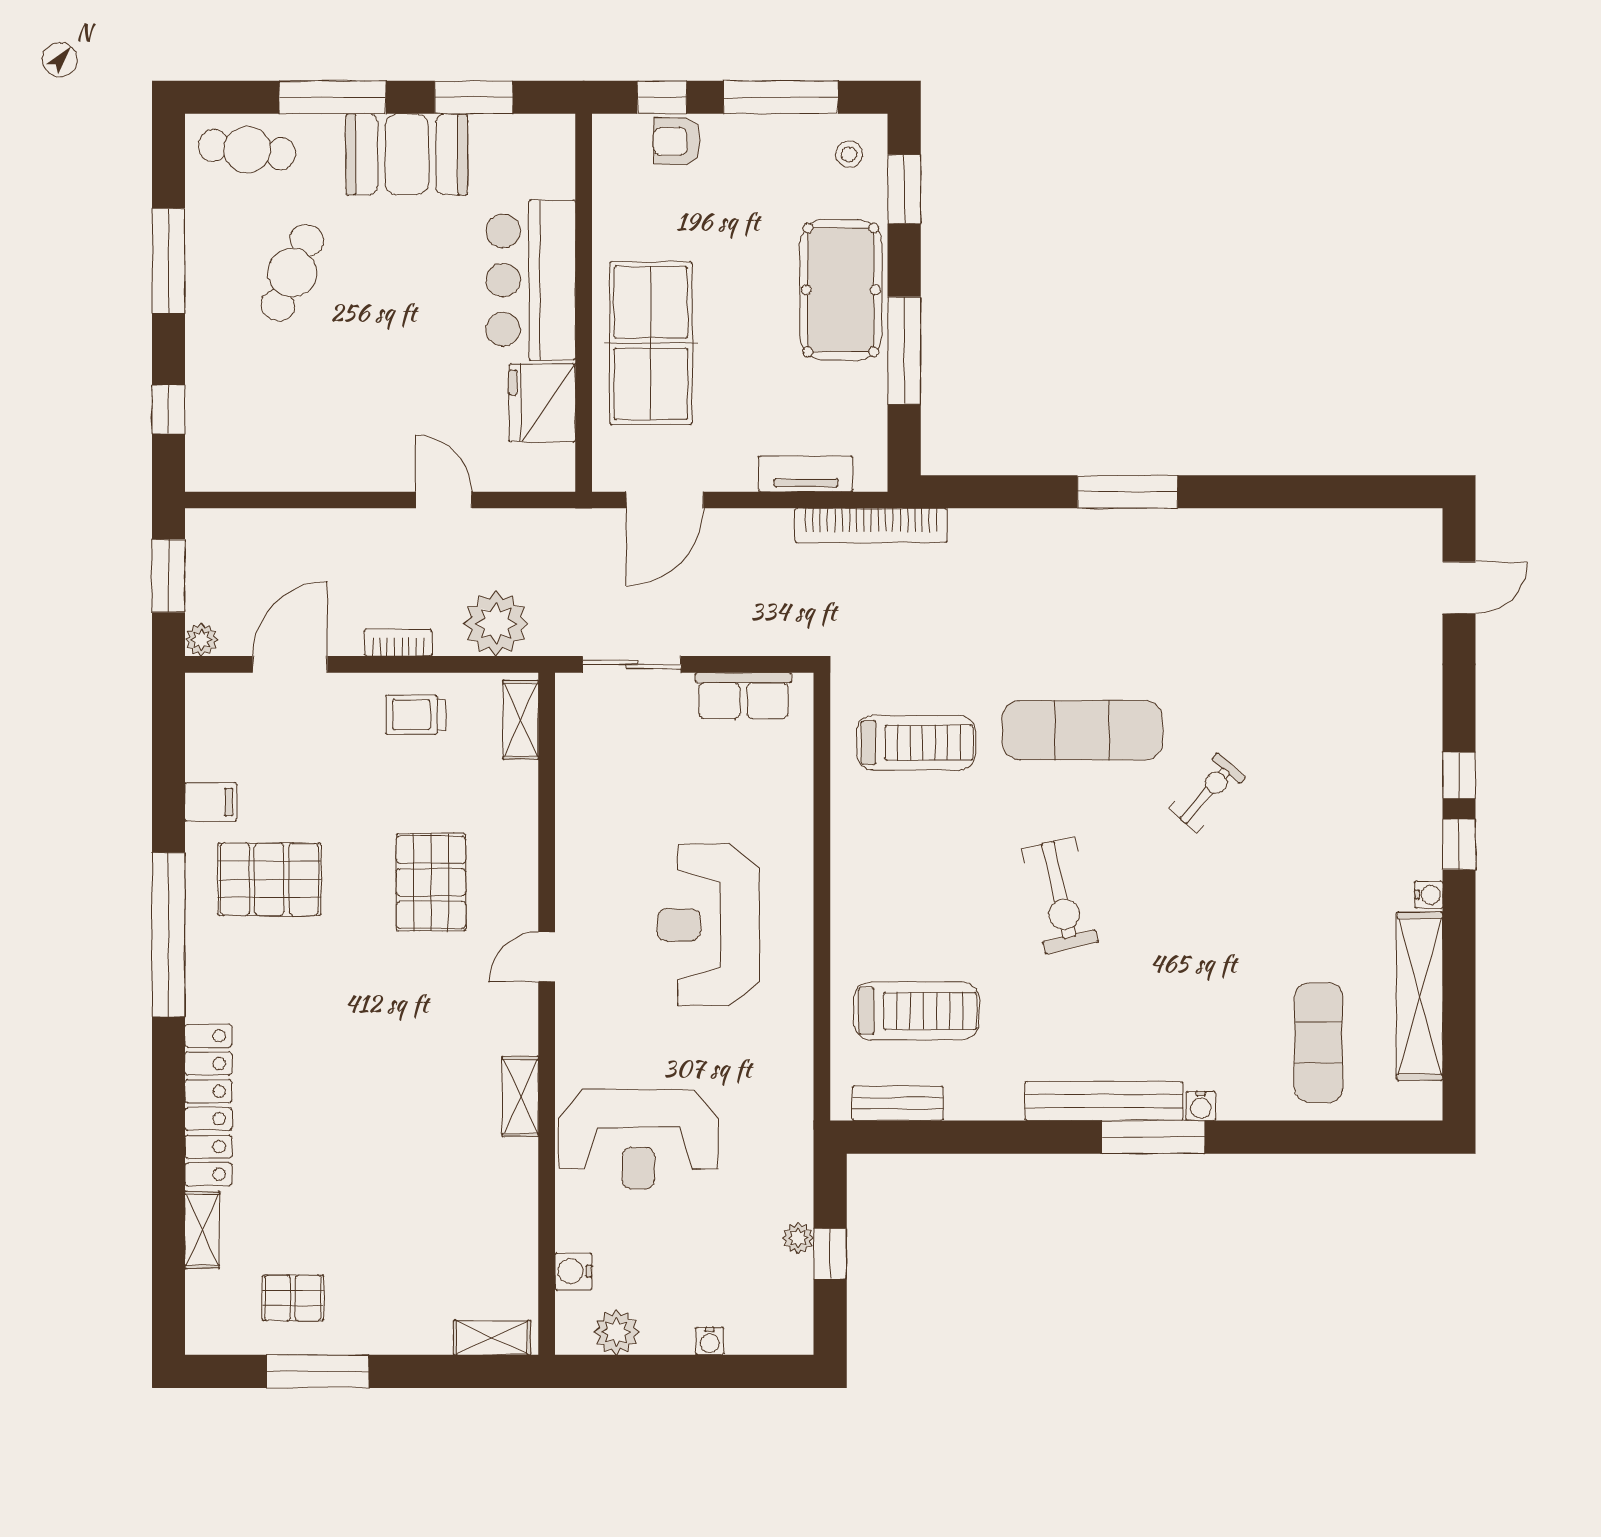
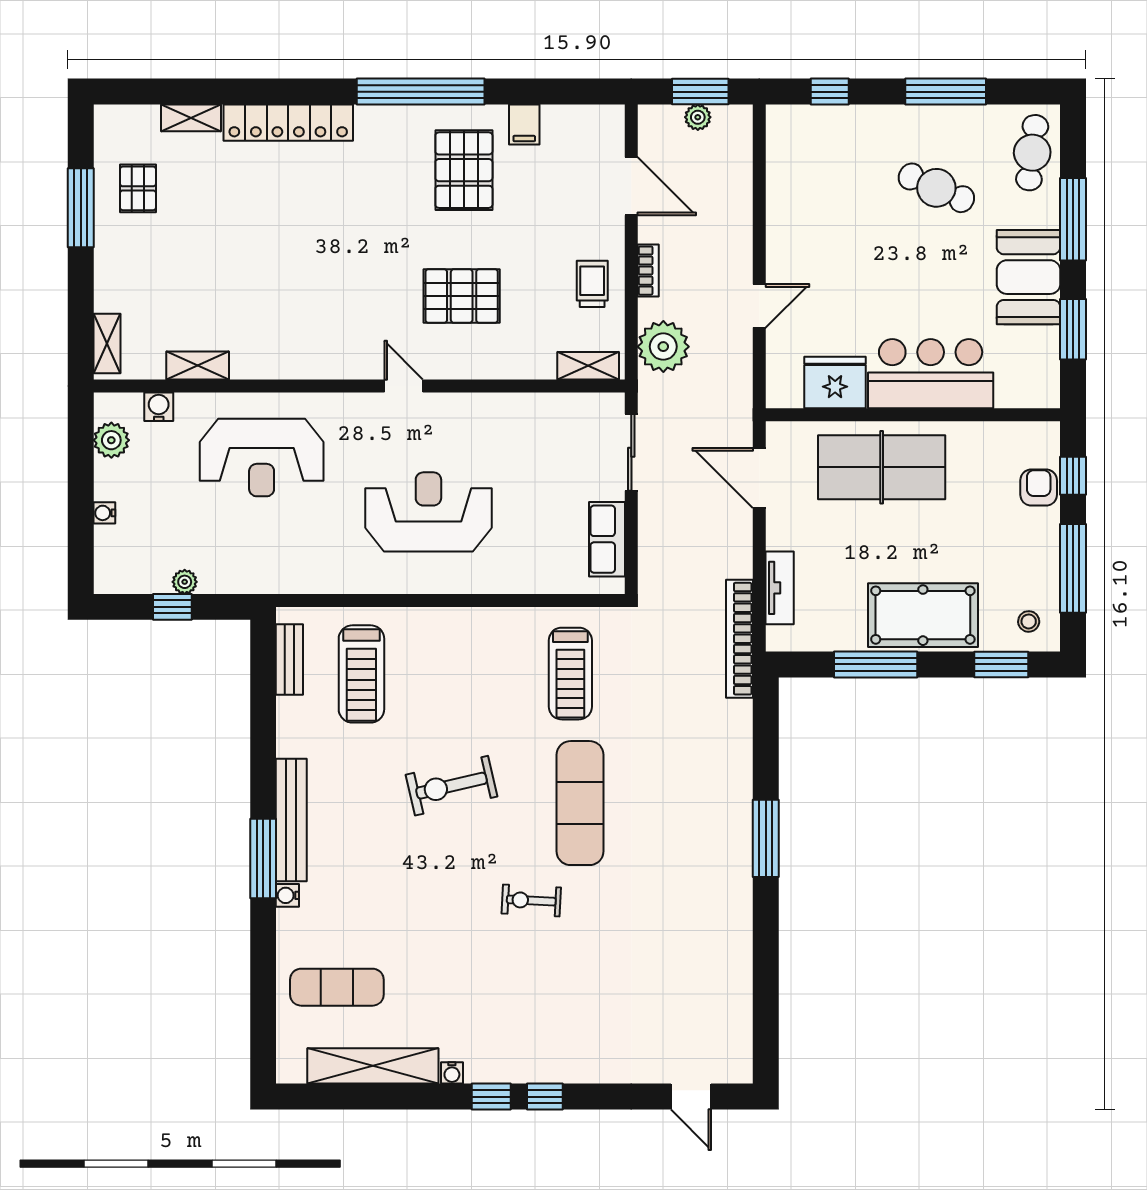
plant: (201, 640) -> (698, 117), moved
exercise bike: (1207, 793) -> (531, 901), turned 142
shelving: (520, 1097) -> (198, 366), moved
reception desk: (638, 1139) -> (262, 458), turned -90

